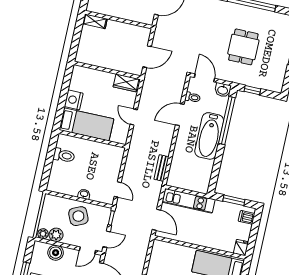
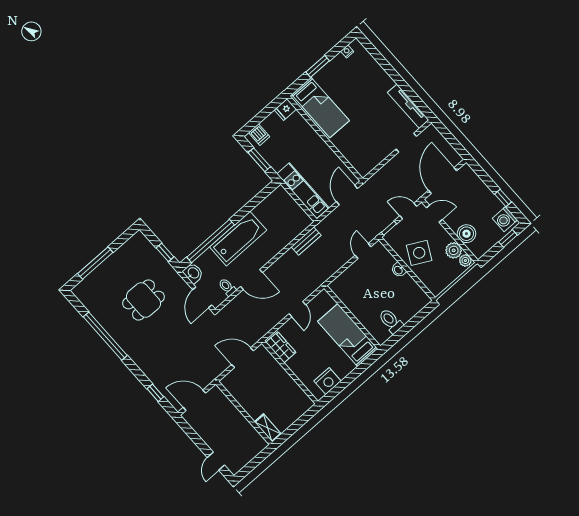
nightstand: (74, 100) -> (327, 381), moved
side table: (78, 216) -> (419, 253), turned -38

